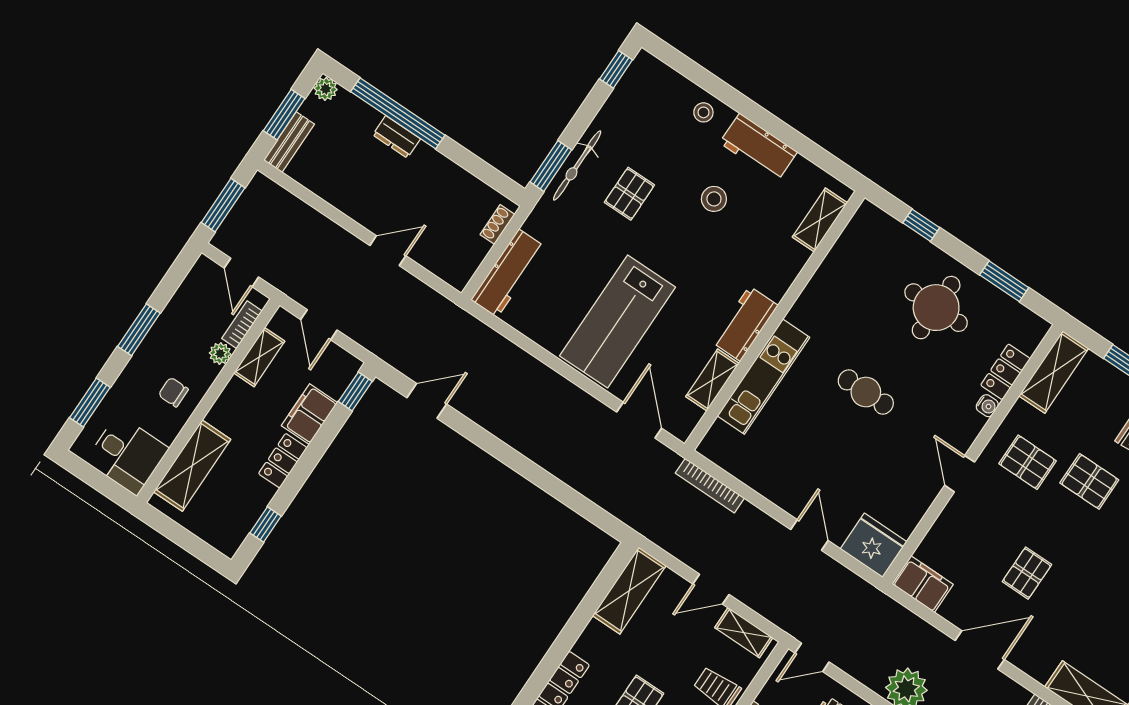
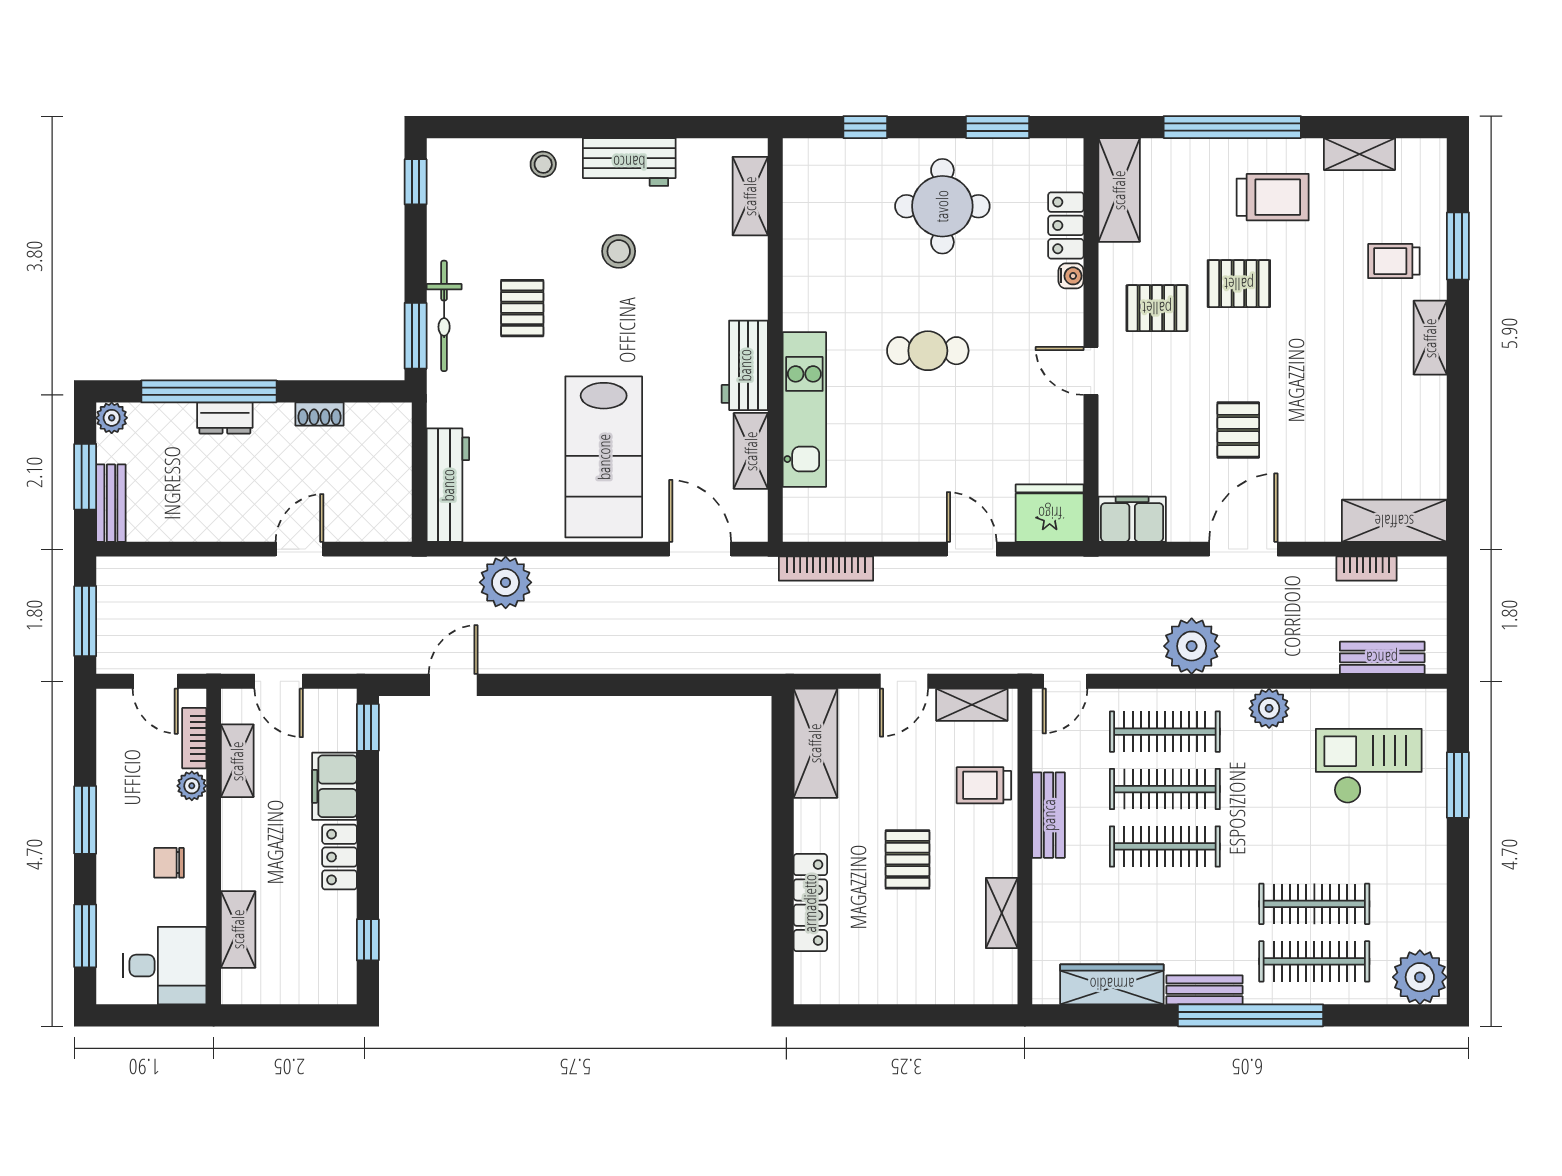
shoe rack: (497, 224) -> (320, 414), moved, turned -90
plant: (503, 359) -> (506, 582), added
shelving: (192, 466) -> (238, 929), width x0.67, depth x0.75

